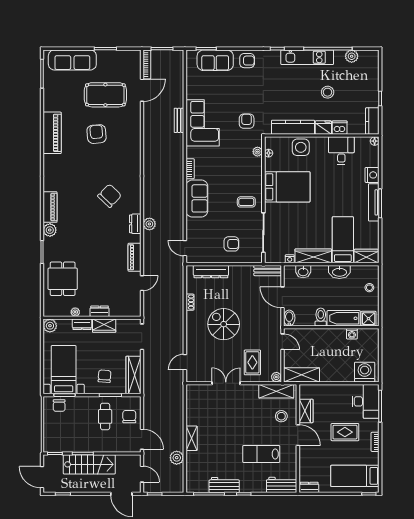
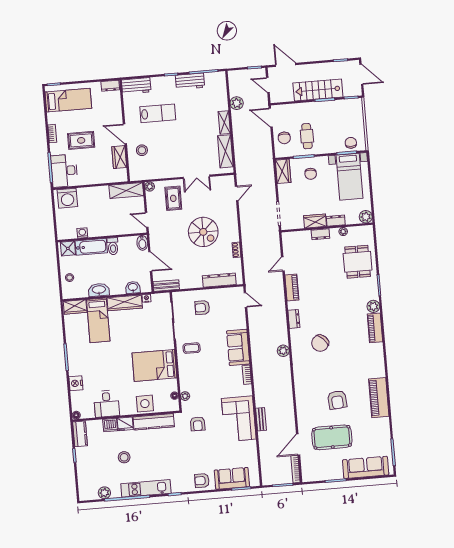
tv unit: (374, 202) -> (72, 358), removed
plant: (149, 224) -> (283, 351), moved
wardrobe: (133, 375) -> (283, 171), width x0.67
shelving: (276, 391) -> (225, 151), moved, turned 90

